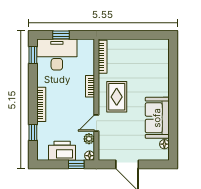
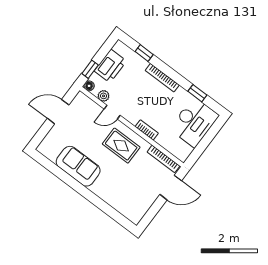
window: (61, 35) -> (208, 138), removed
door: (120, 35) -> (171, 188), added
window: (33, 55) -> (197, 93), moved
door: (96, 123) -> (112, 112), swing flipped
floor lamp: (164, 144) -> (51, 156), removed

